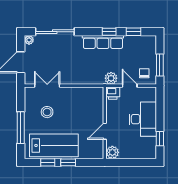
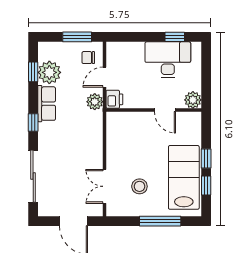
window: (109, 32) -> (33, 122), moved
plant: (29, 40) -> (49, 72), moved, width x1.87, depth x1.87
row of seats: (103, 42) -> (47, 104), width x0.68
desk: (143, 119) -> (168, 60), moved

